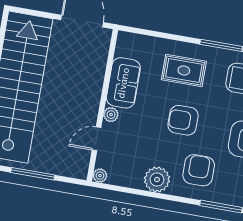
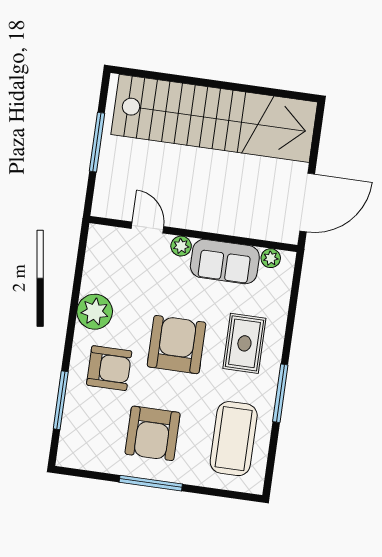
armchair: (183, 120) -> (177, 345), width x1.36, depth x1.36
plant: (100, 176) -> (271, 258), moved

